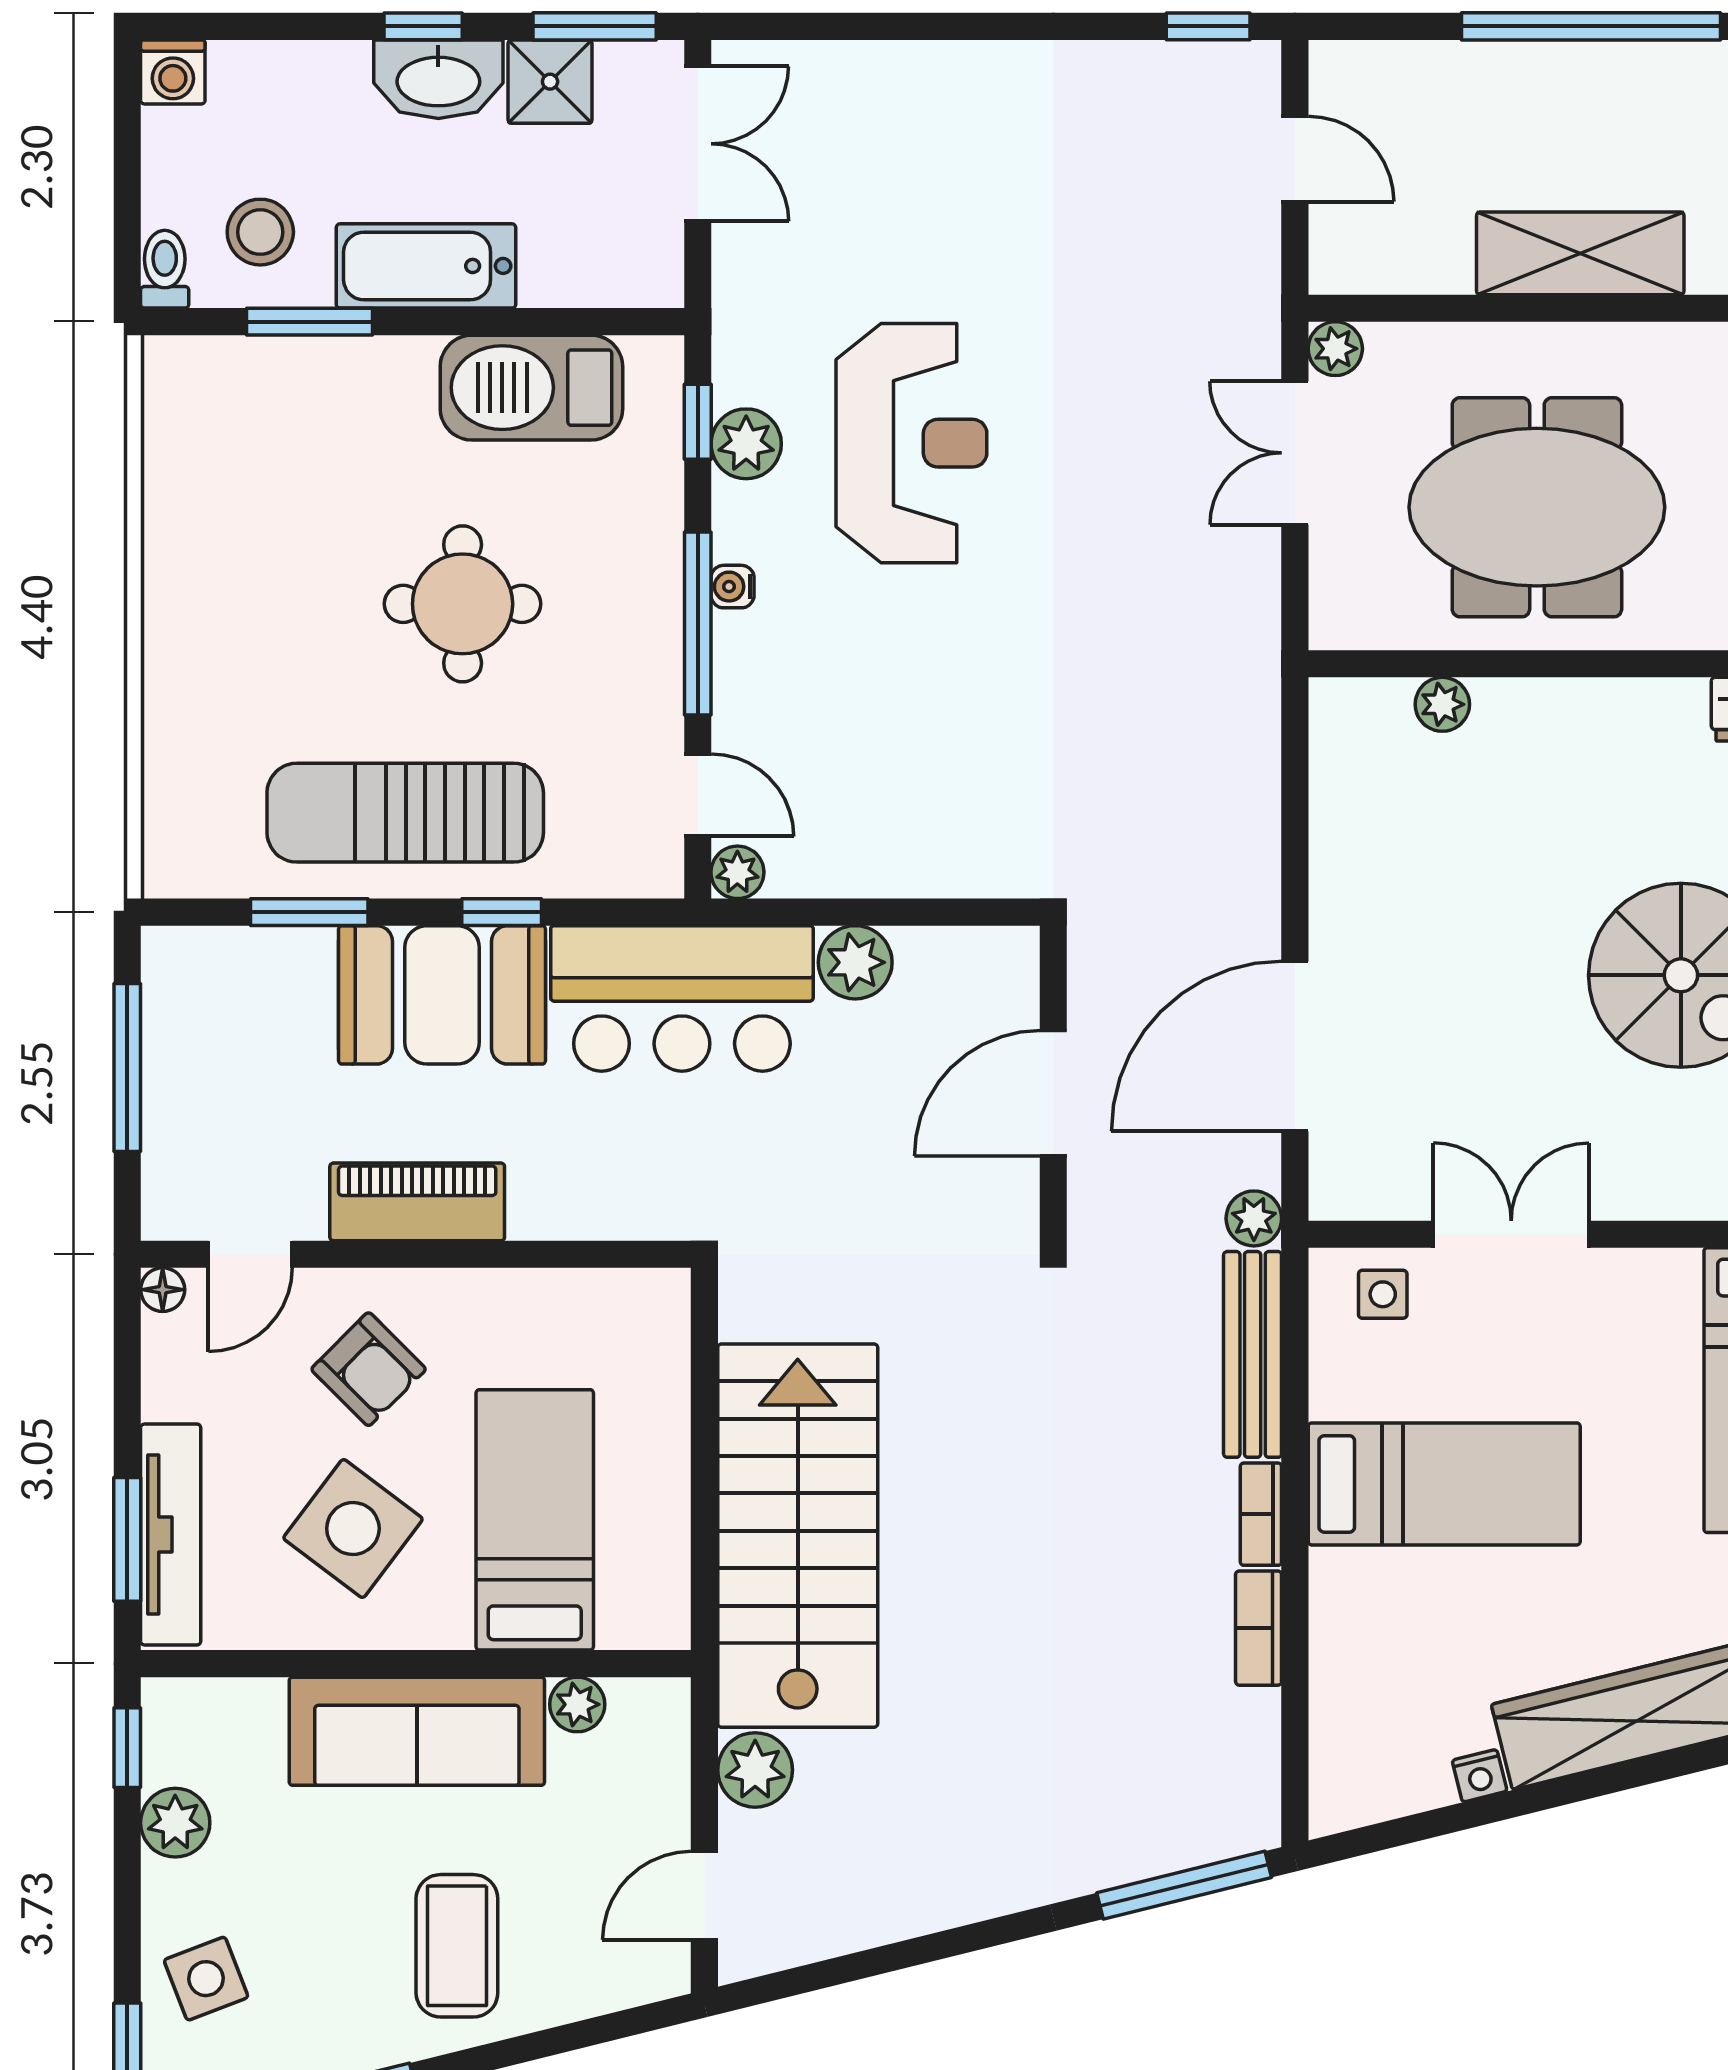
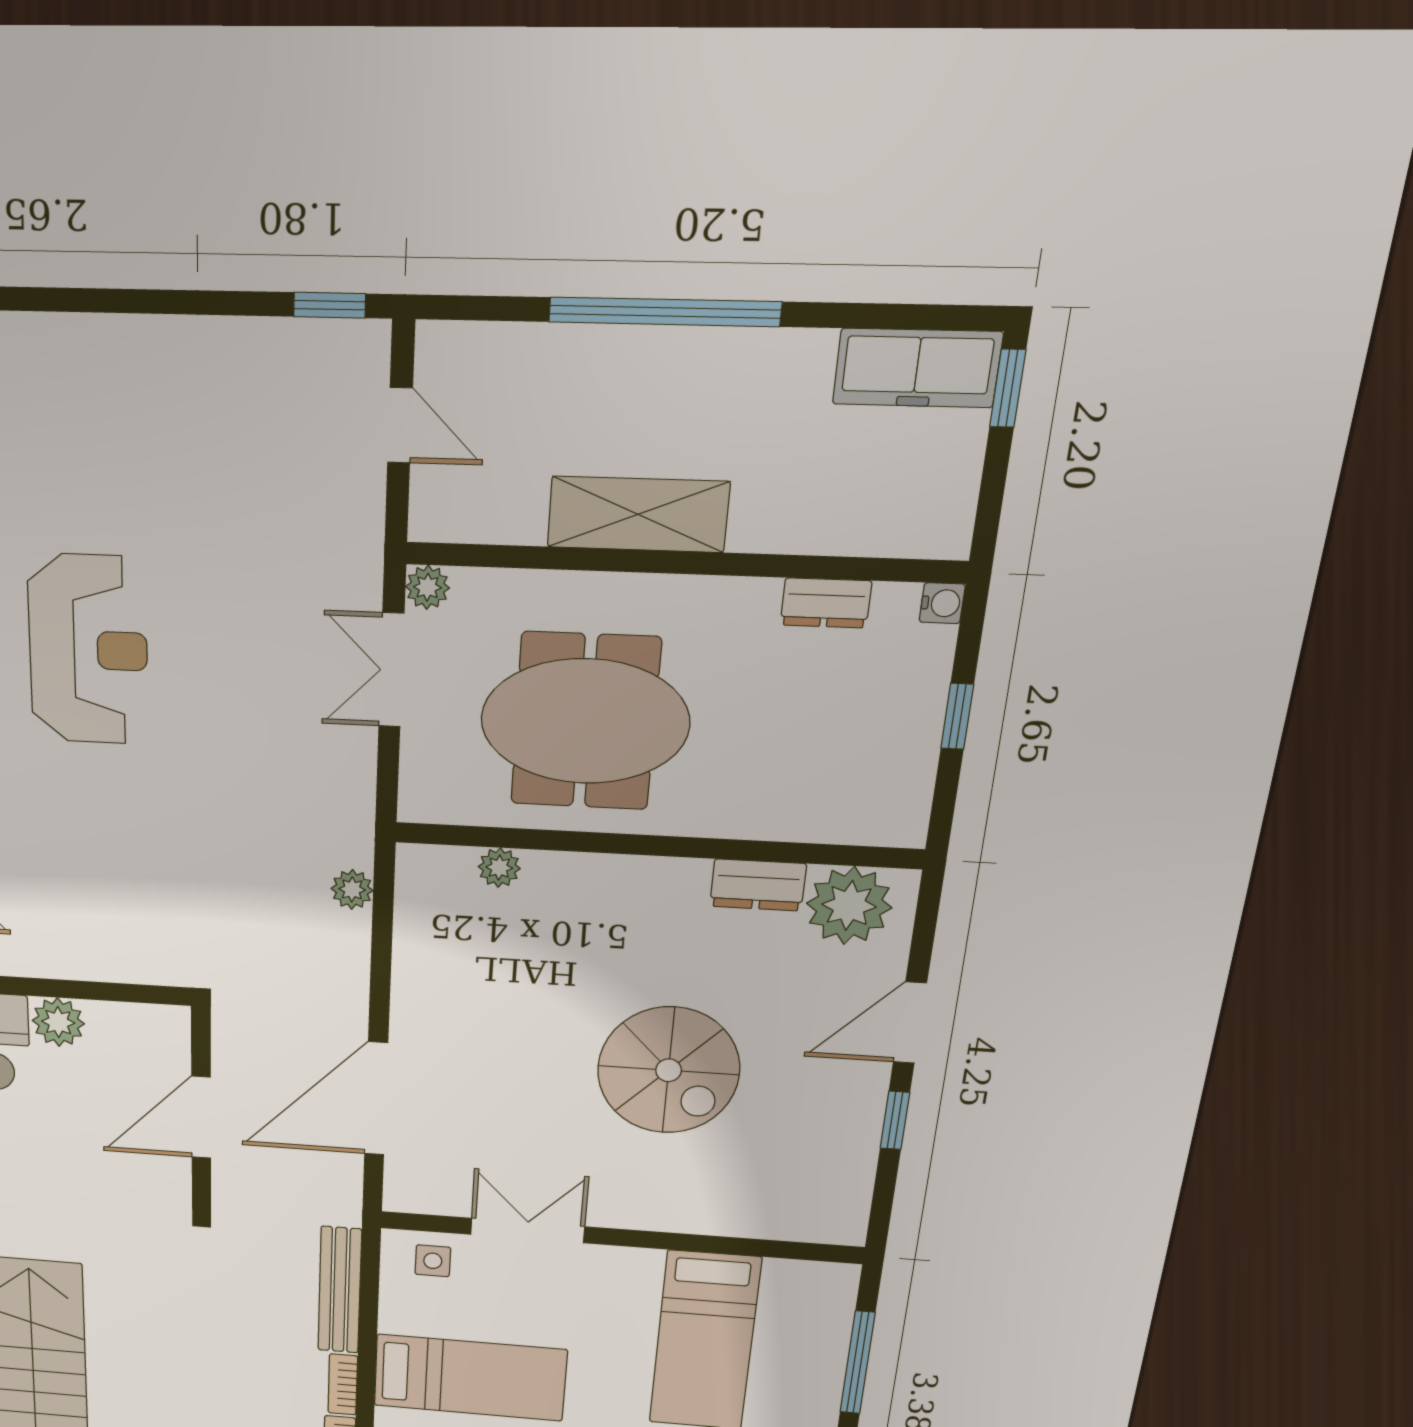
plant: (1254, 1218) -> (352, 889), moved

